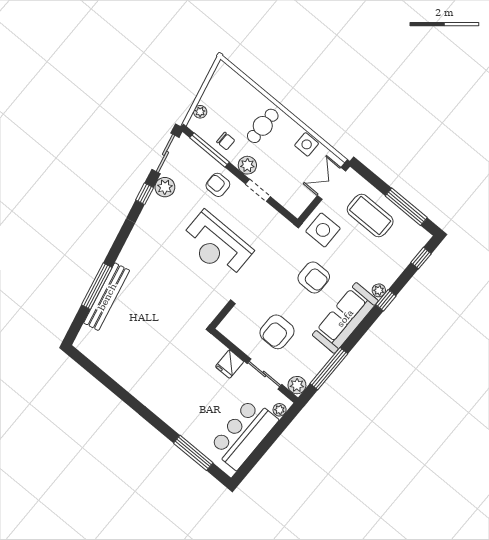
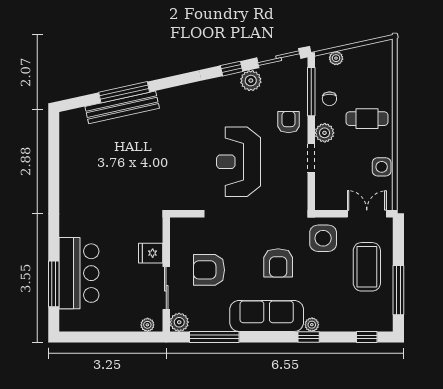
bar counter: (244, 434) -> (79, 273), moved, turned 90

